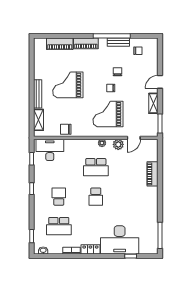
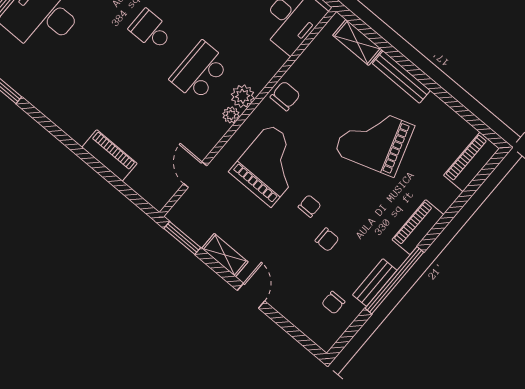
piano: (60, 44) -> (472, 162), moved
grand piano: (68, 85) -> (374, 140), turned -108
chair: (66, 129) -> (285, 96), moved
plant: (118, 144) -> (243, 96), moved

